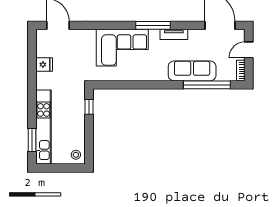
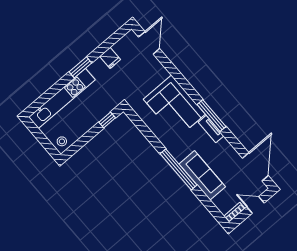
tv unit: (174, 34) -> (211, 129), moved
window: (207, 85) -> (178, 169), moved
window: (32, 140) -> (80, 67), moved

